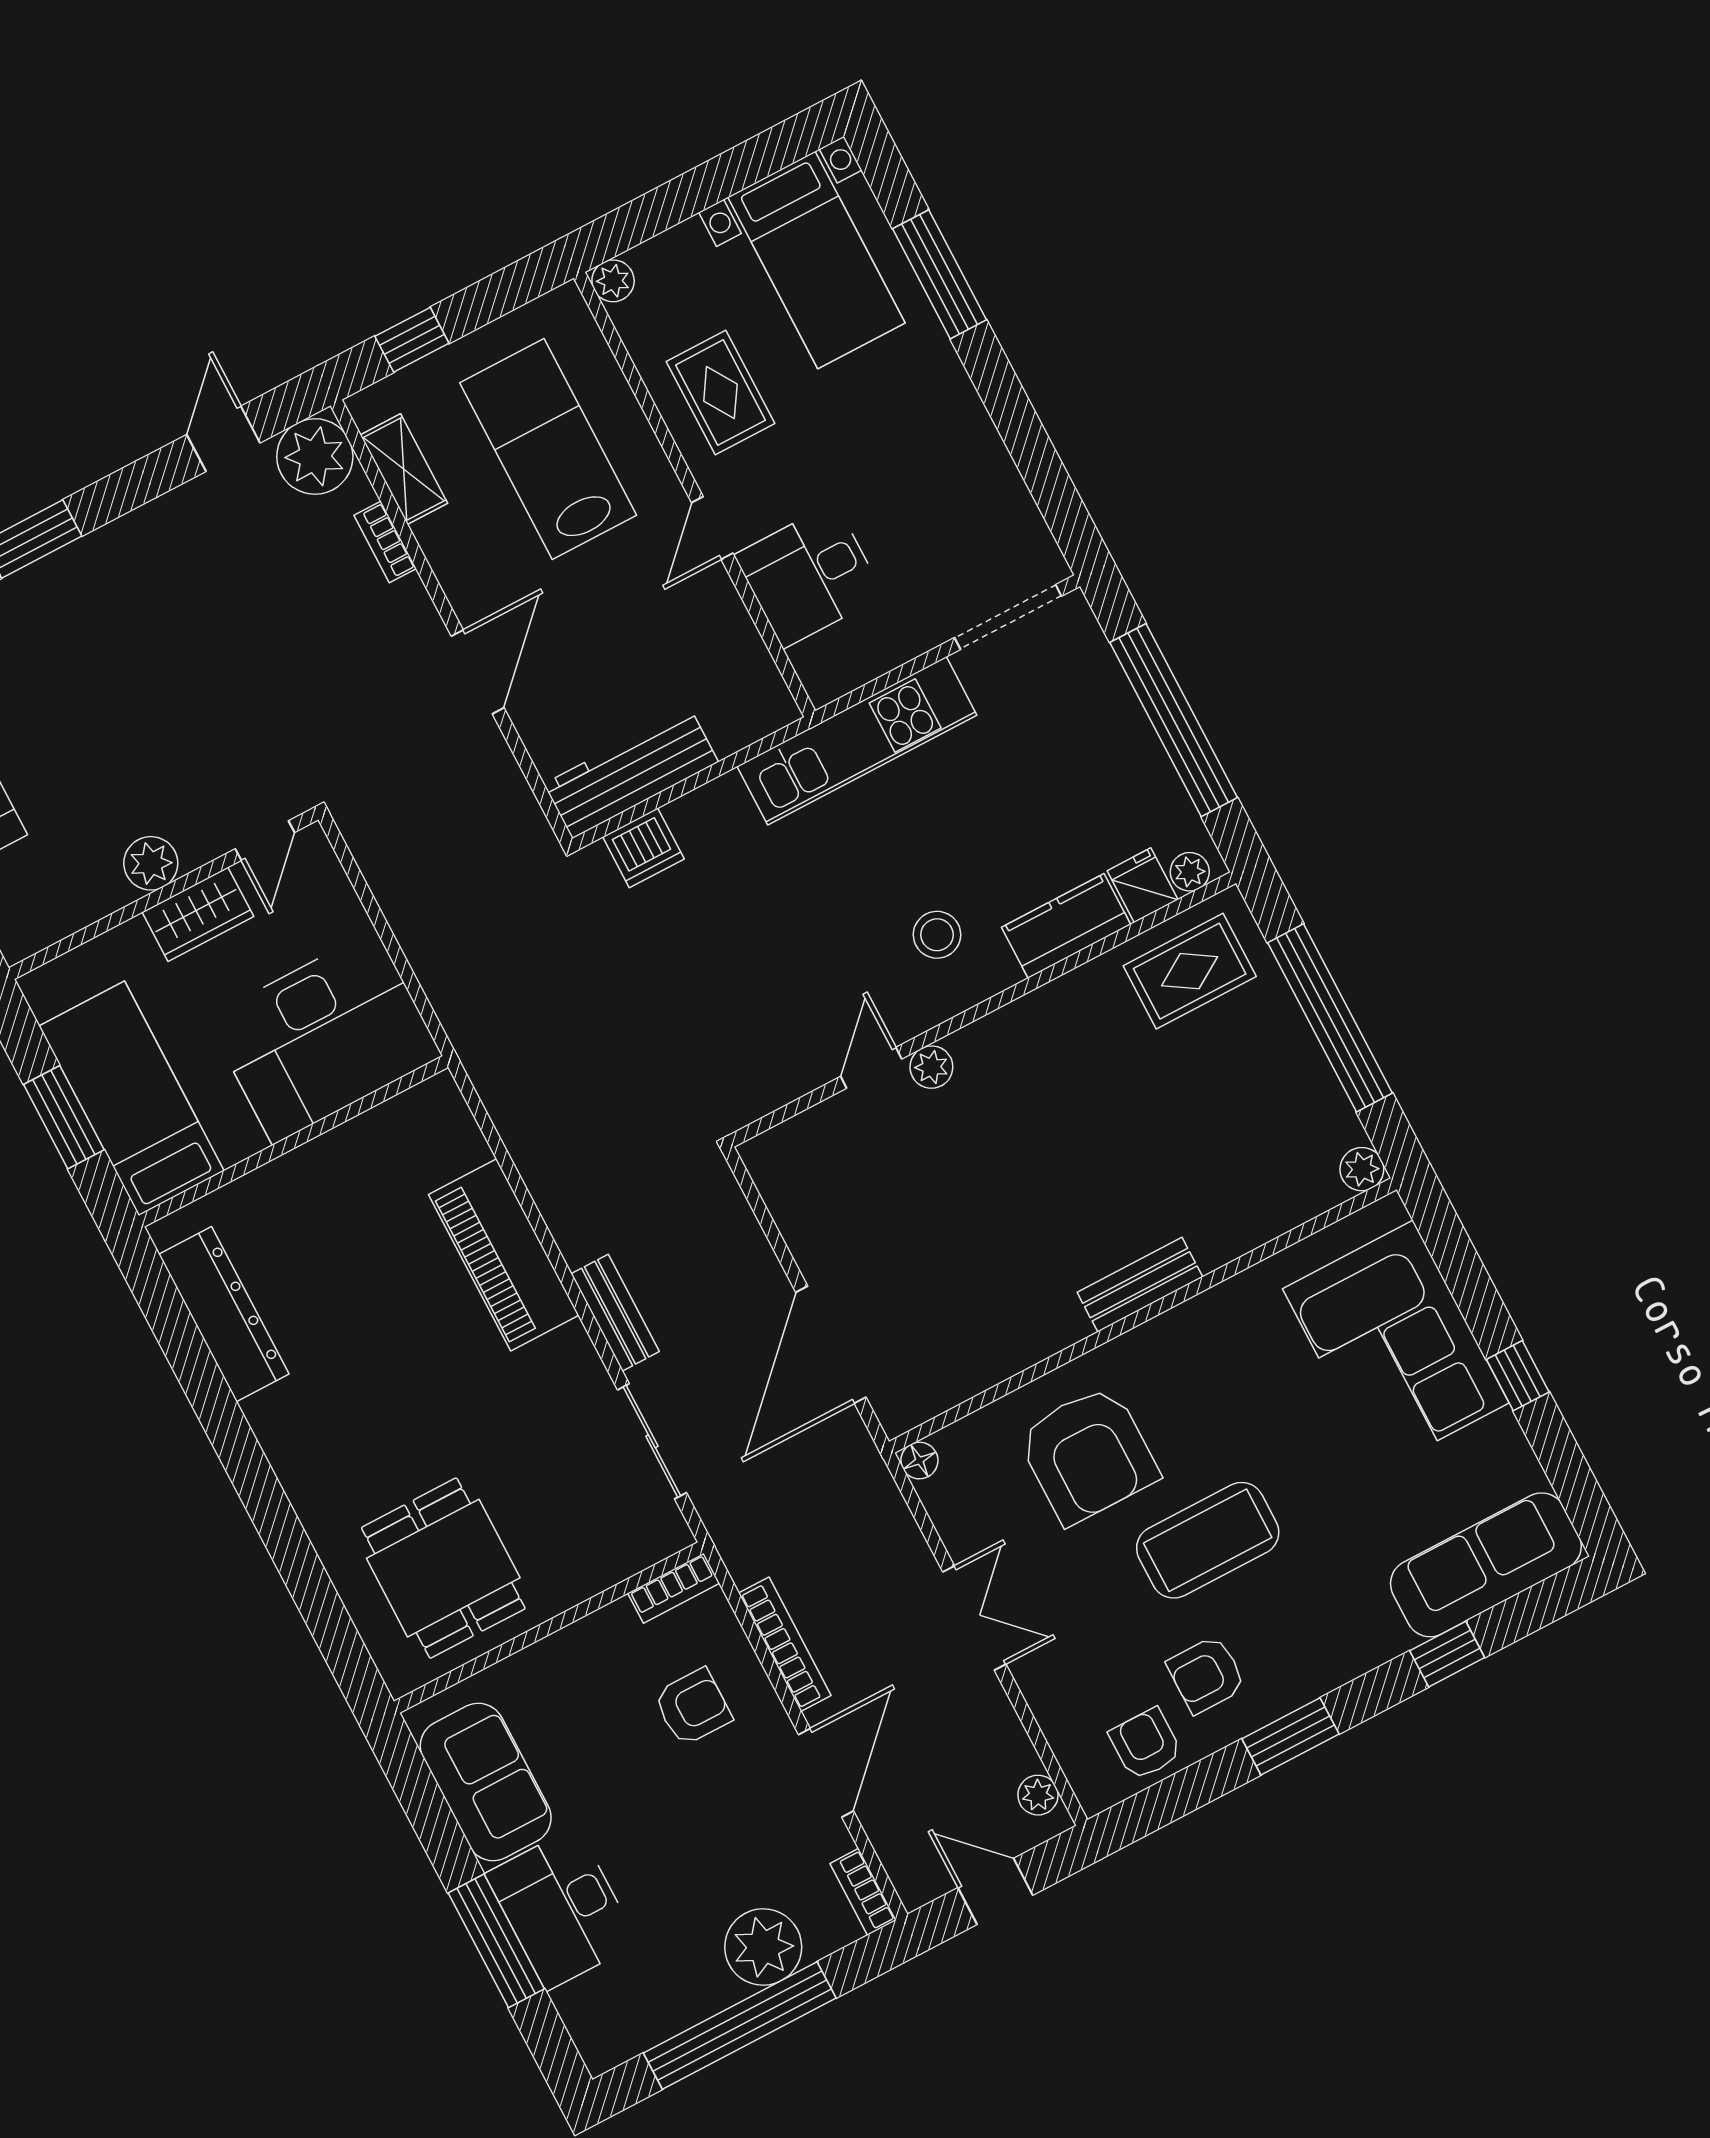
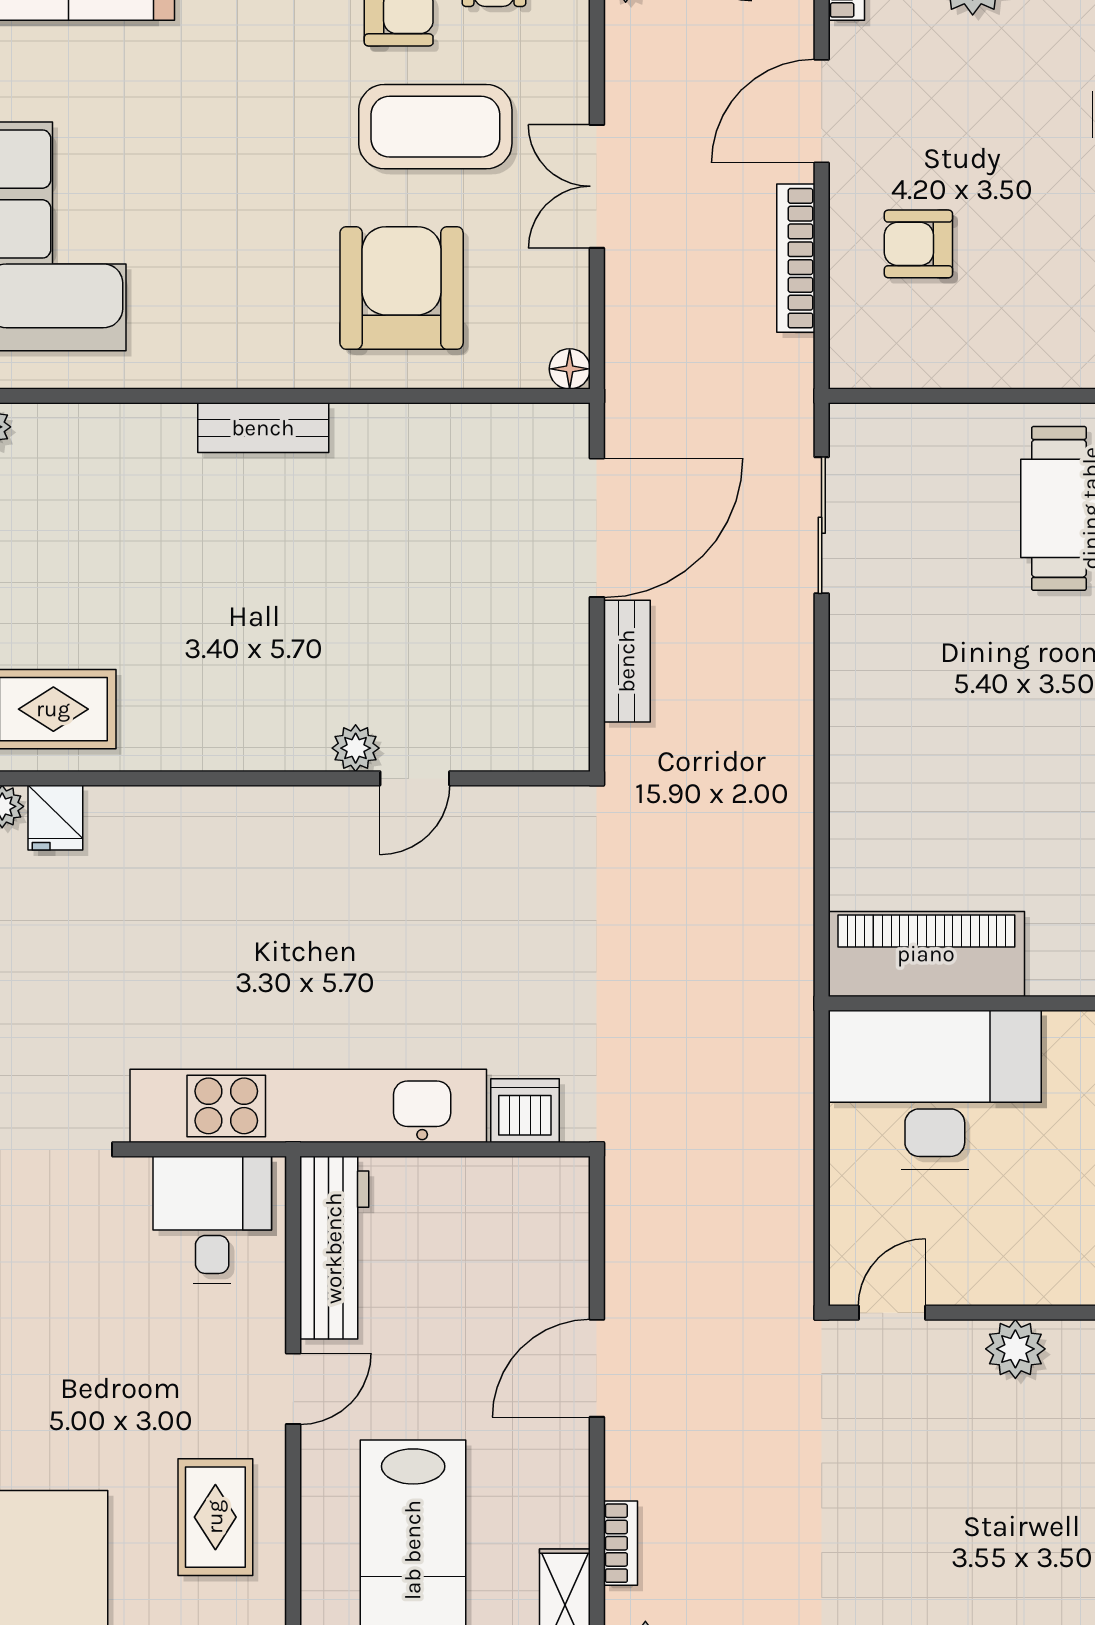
desk: (809, 575) -> (212, 1220), moved, turned -90
kitchen unit: (857, 741) -> (308, 1106), width x1.36
workbench: (631, 773) -> (334, 1248), moved, turned -90
wardrobe: (198, 914) -> (995, 1275), removed
kitchen counter: (1066, 926) -> (151, 817), removed
stool: (937, 935) -> (282, 875), removed
piano: (504, 1255) -> (926, 954), moved, turned -90
bench: (615, 1313) -> (627, 661), moved
coffee table: (1208, 1540) -> (435, 127), moved
bookcase: (674, 1588) -> (876, 370), removed

